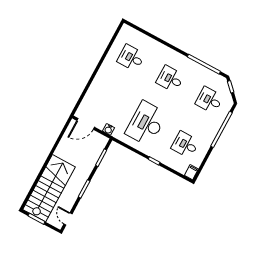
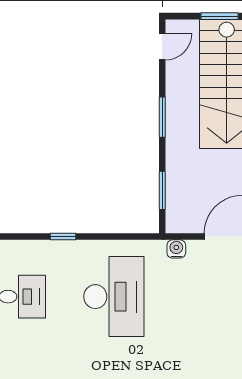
door: (68, 219) -> (162, 47), hinge flipped

